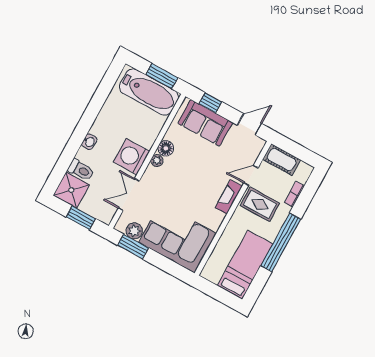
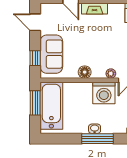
window: (86, 123) -> (98, 139), added
washbasin: (89, 142) -> (95, 129), moved
plant: (157, 161) -> (111, 74), moved

